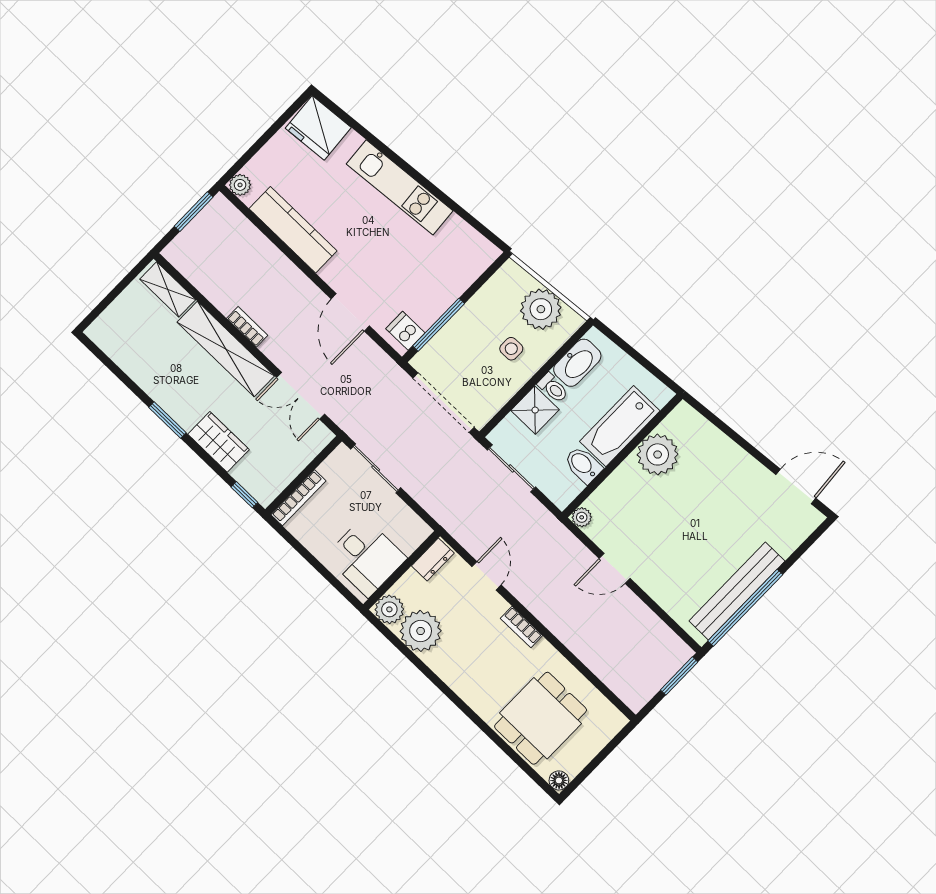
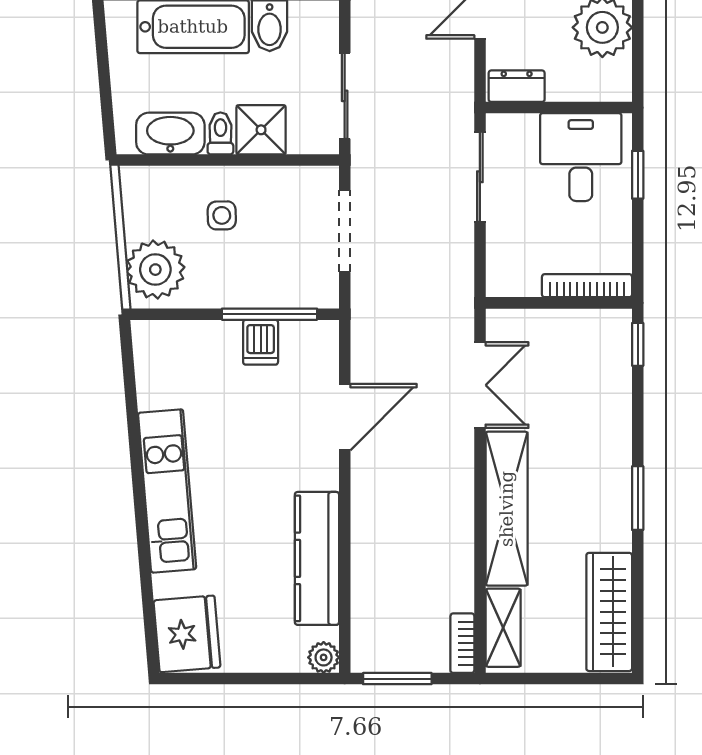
plant: (541, 309) -> (155, 270), moved
bookcase: (247, 327) -> (462, 643), moved
dishwasher: (405, 331) -> (261, 342), moved
doorway: (444, 403) -> (345, 231), width x0.73
wardrobe: (218, 442) -> (609, 612), moved, width x1.50
sliding door: (376, 468) -> (480, 177), moved
window: (329, 577) -> (638, 175), added
plant: (389, 609) -> (611, 81), removed

